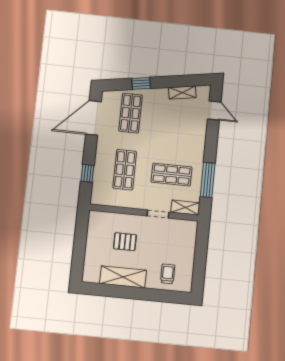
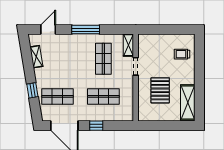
window: (87, 173) -> (96, 126), moved
window: (208, 180) -> (86, 30), moved
pallet: (125, 242) -> (160, 90), width x1.50, depth x1.42
shelving: (123, 277) -> (188, 102), moved

